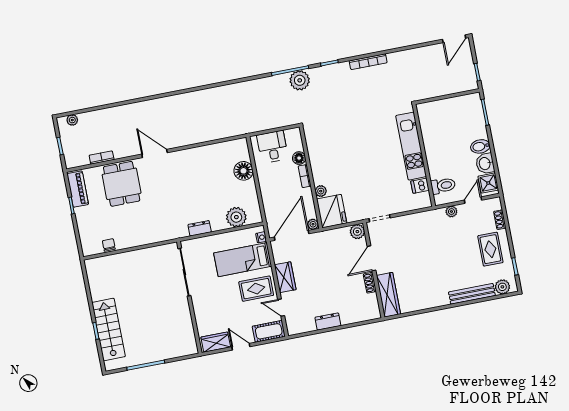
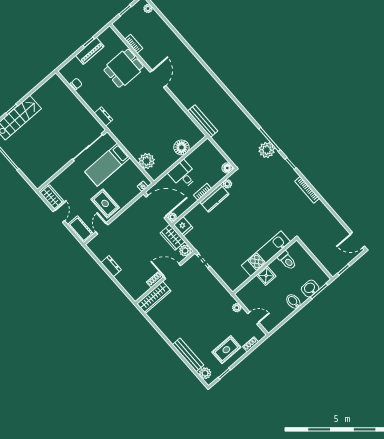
bench: (228, 131) -> (203, 121), added
desk: (273, 147) -> (183, 175), moved, turned -90
floor lamp: (299, 158) -> (227, 168), moved
washbasin: (485, 163) -> (310, 288), moved
kitchen counter: (319, 167) -> (214, 198), added
shower: (488, 183) -> (266, 276), moved
dishwasher: (420, 186) -> (242, 275), removed
toilet: (443, 186) -> (287, 260), moved
piano: (78, 189) -> (90, 51), moved
plant: (321, 191) -> (227, 184), moved
fridge: (332, 211) -> (183, 226), width x0.53, depth x0.75
dresser: (200, 228) -> (103, 116), moved
bed: (243, 260) -> (107, 165), moved, turned -90
wardrobe: (285, 277) -> (173, 237), moved, turned 90

